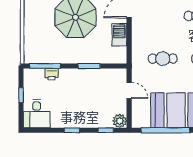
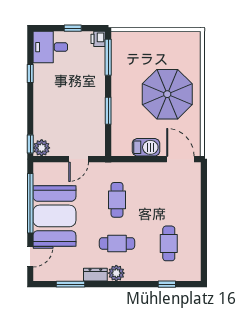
printer: (52, 74) -> (98, 39), moved
window: (72, 130) -> (30, 73), moved
window: (106, 130) -> (30, 144), moved

